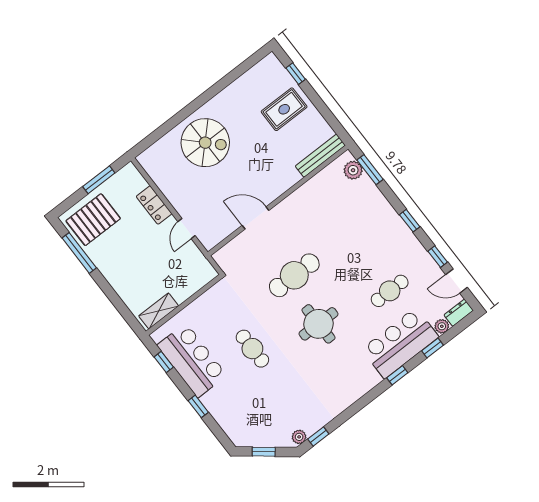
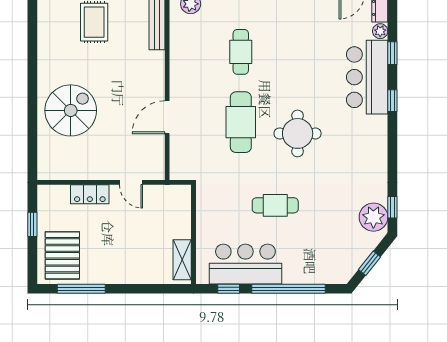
window: (99, 180) -> (32, 224), width x0.67
cafe table: (390, 291) -> (241, 52), moved
window: (198, 406) -> (289, 289), width x3.17
plant: (299, 437) -> (373, 217), width x1.87, depth x1.87

